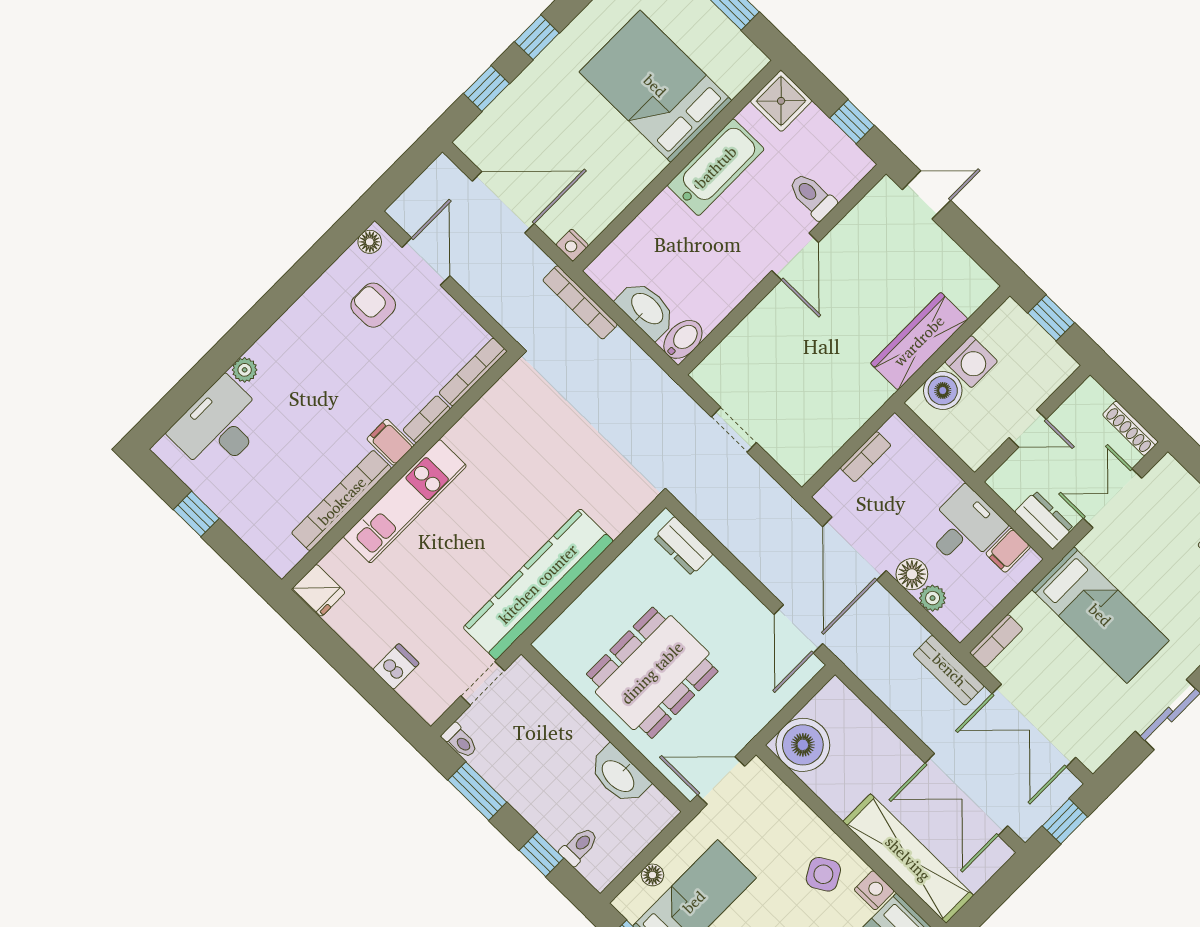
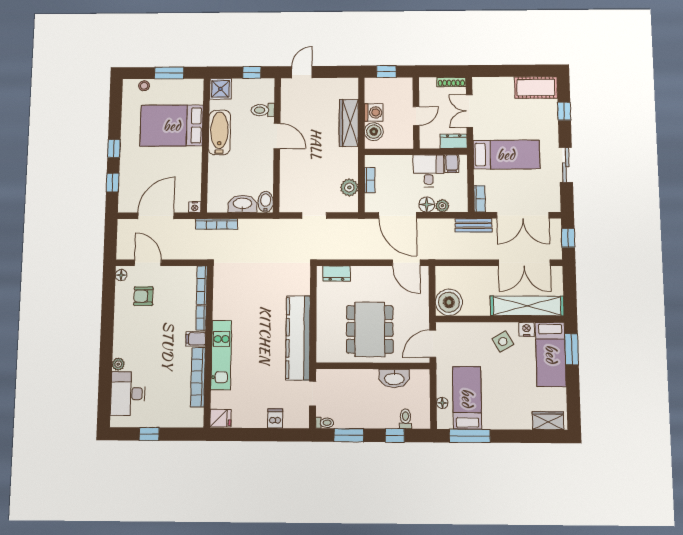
plant: (825, 439) -> (349, 187), added

